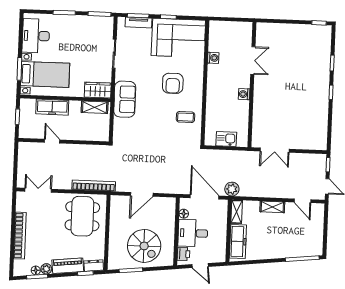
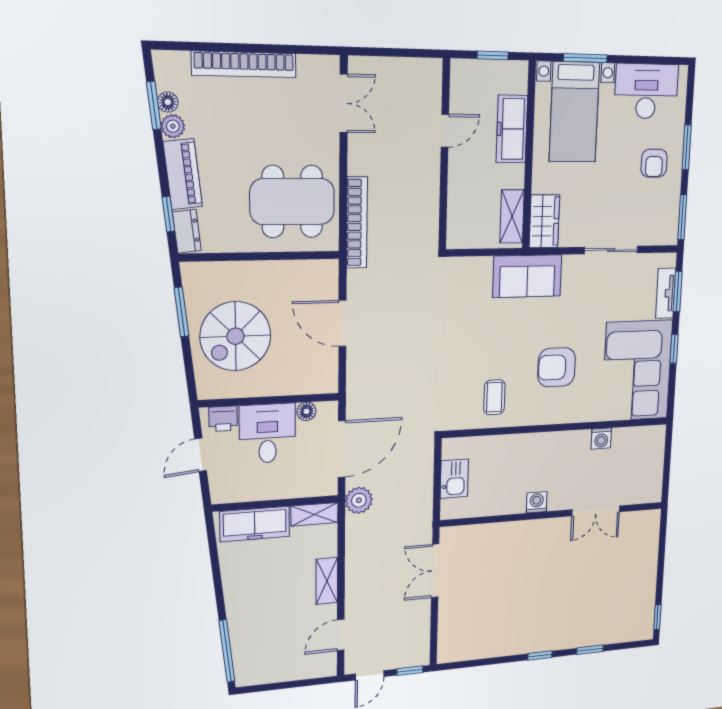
armchair: (71, 31) -> (654, 163), added

